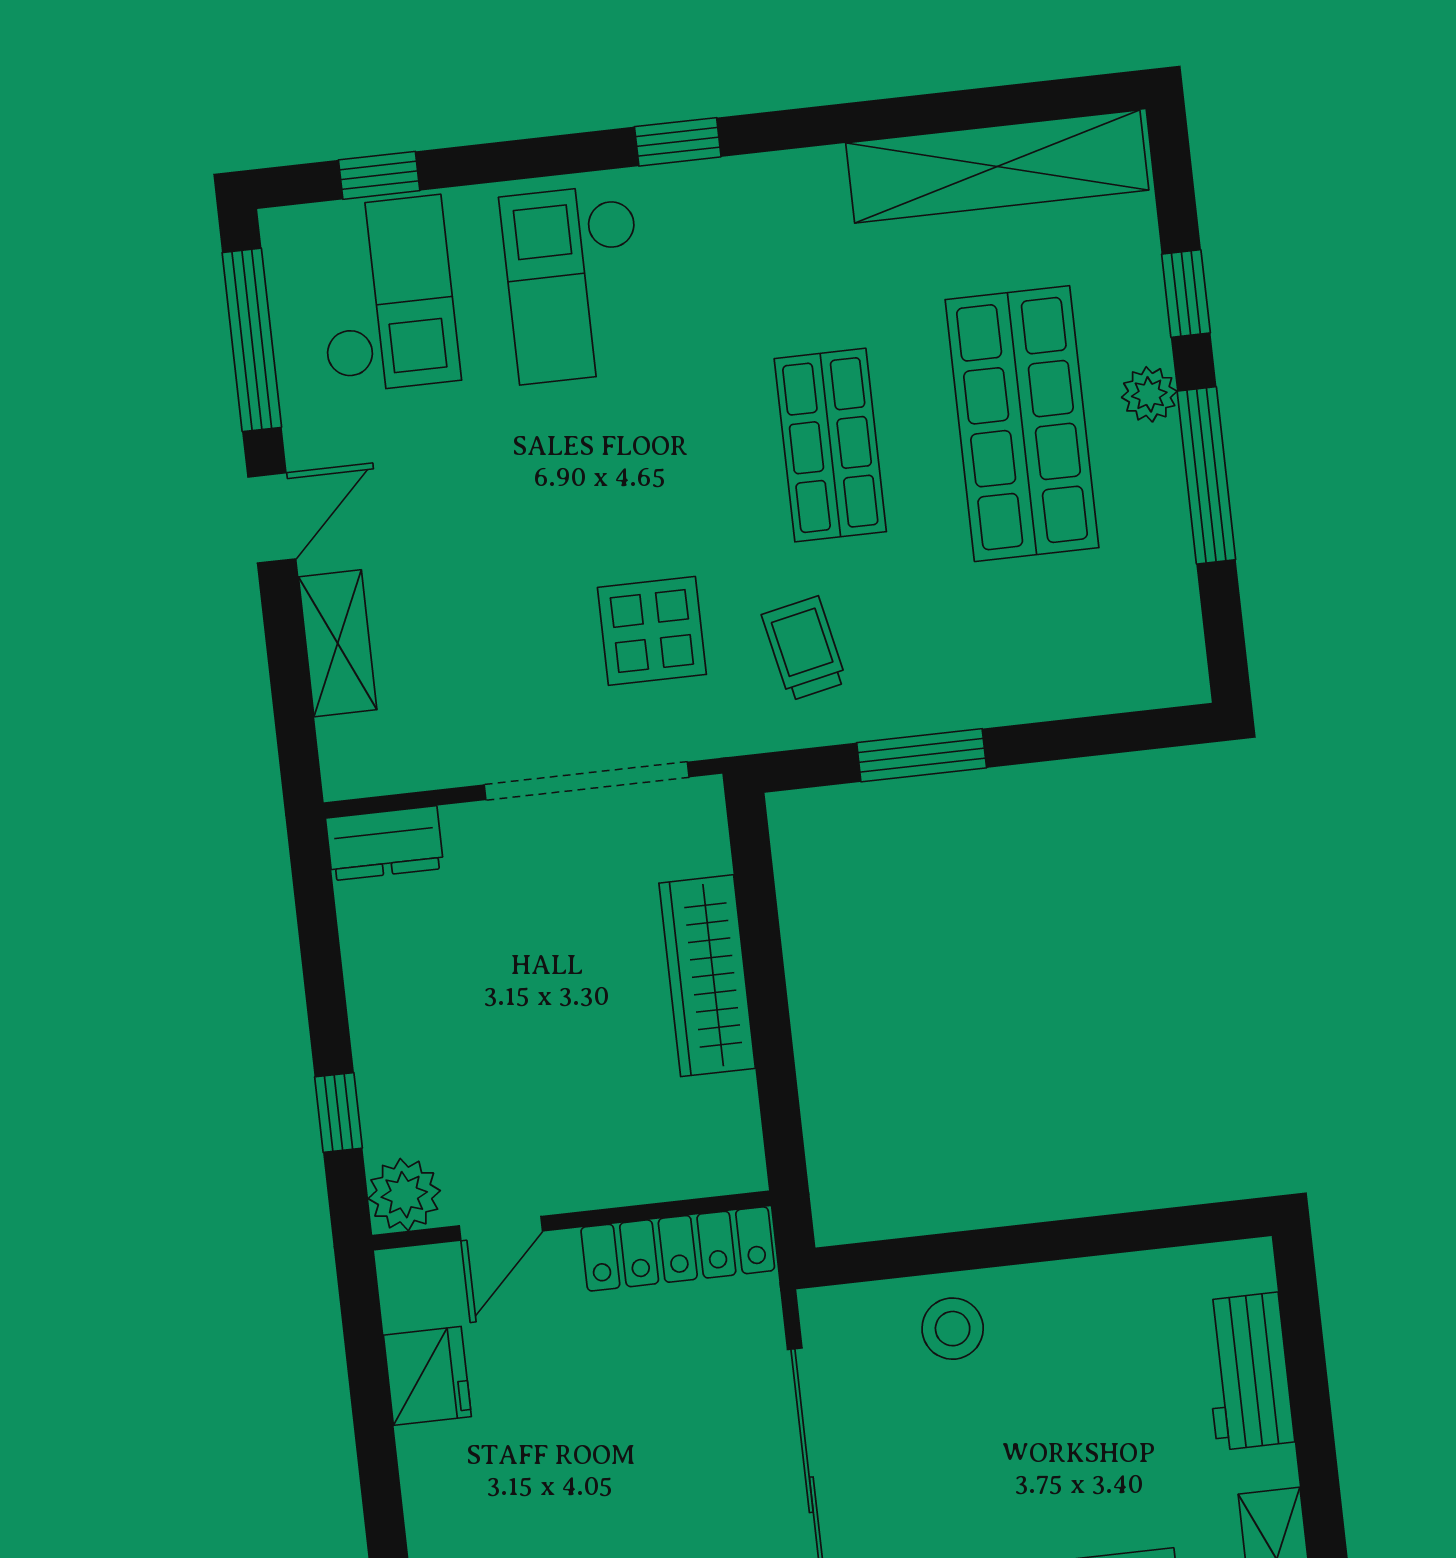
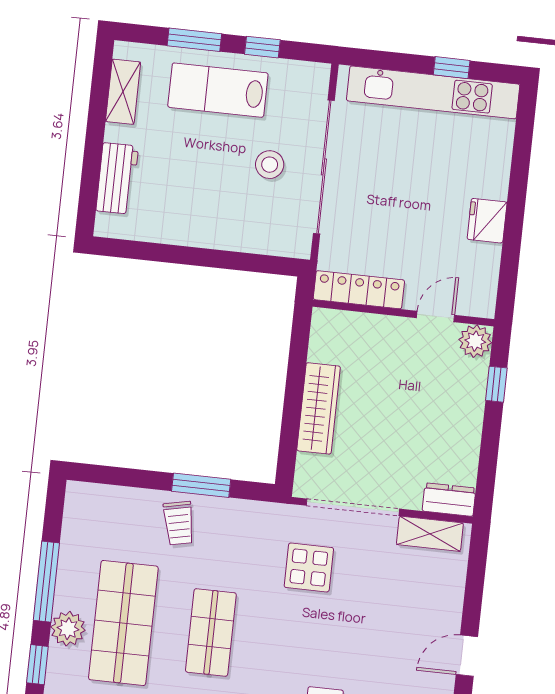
plant: (1149, 394) -> (68, 629), width x1.38, depth x1.38
shelving: (338, 643) -> (430, 534), moved, turned 90
trolley: (804, 648) -> (179, 523), moved
stool: (953, 1329) -> (270, 165), moved
fridge: (427, 1376) -> (487, 221), moved

